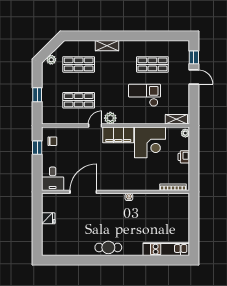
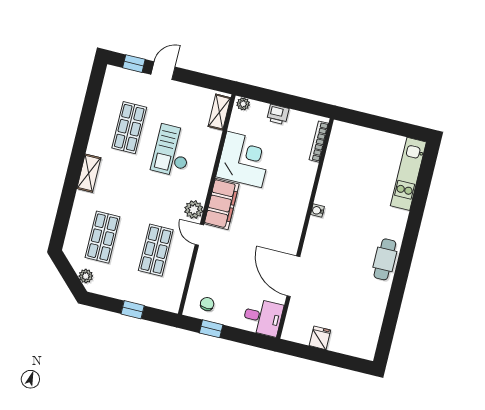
shelving: (107, 46) -> (89, 173), moved

